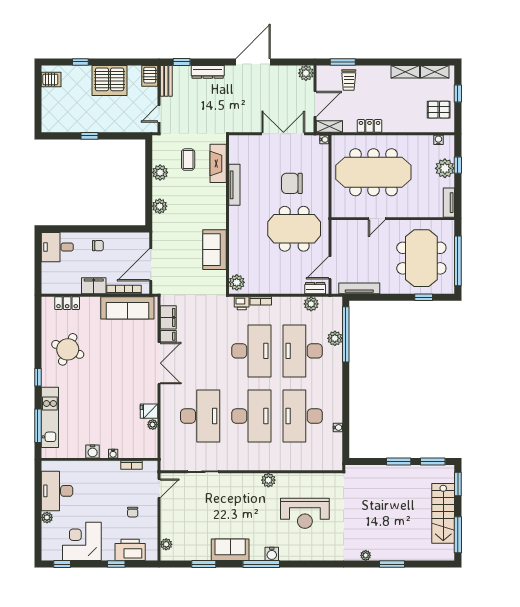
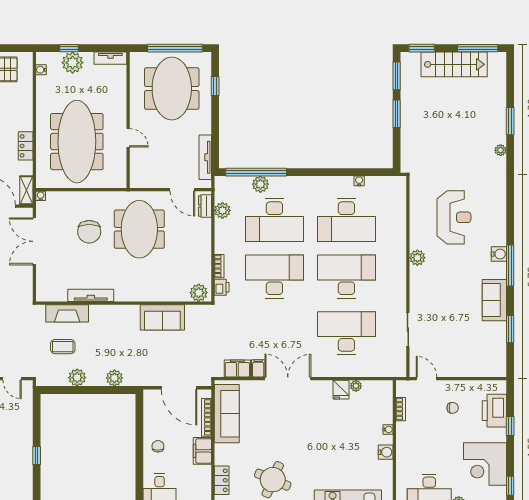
meeting table: (421, 258) -> (172, 88), turned 90
plant: (166, 544) -> (488, 371), removed

